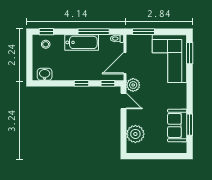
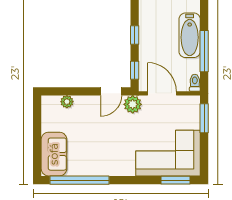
sofa: (177, 125) -> (54, 154), moved, turned 90
window: (190, 125) -> (79, 180), width x2.11
plant: (135, 134) -> (67, 102), width x0.53, depth x0.53

